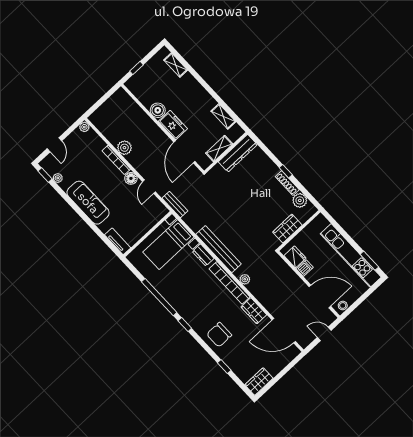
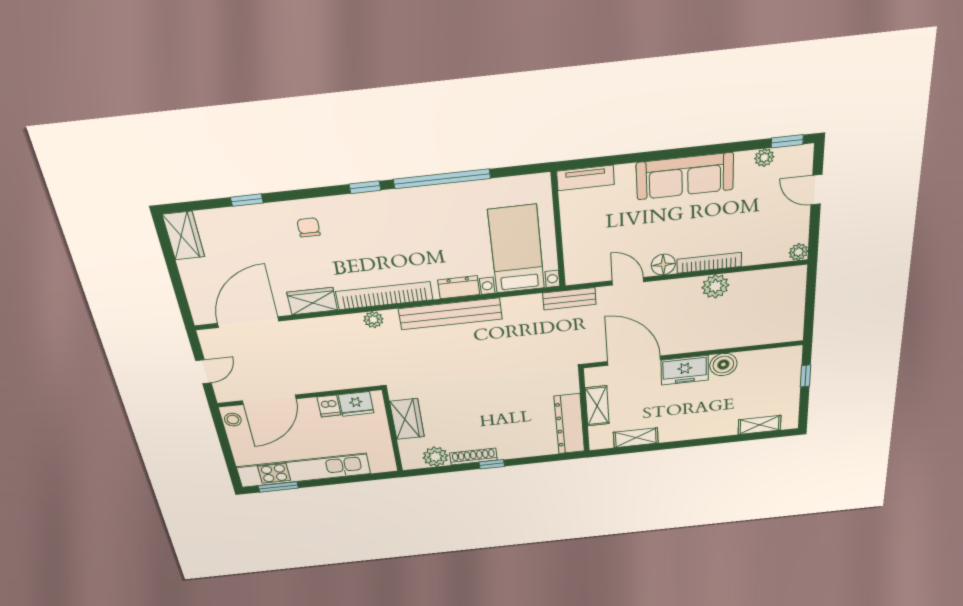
chair: (219, 335) -> (309, 227), width x0.54, depth x0.54

